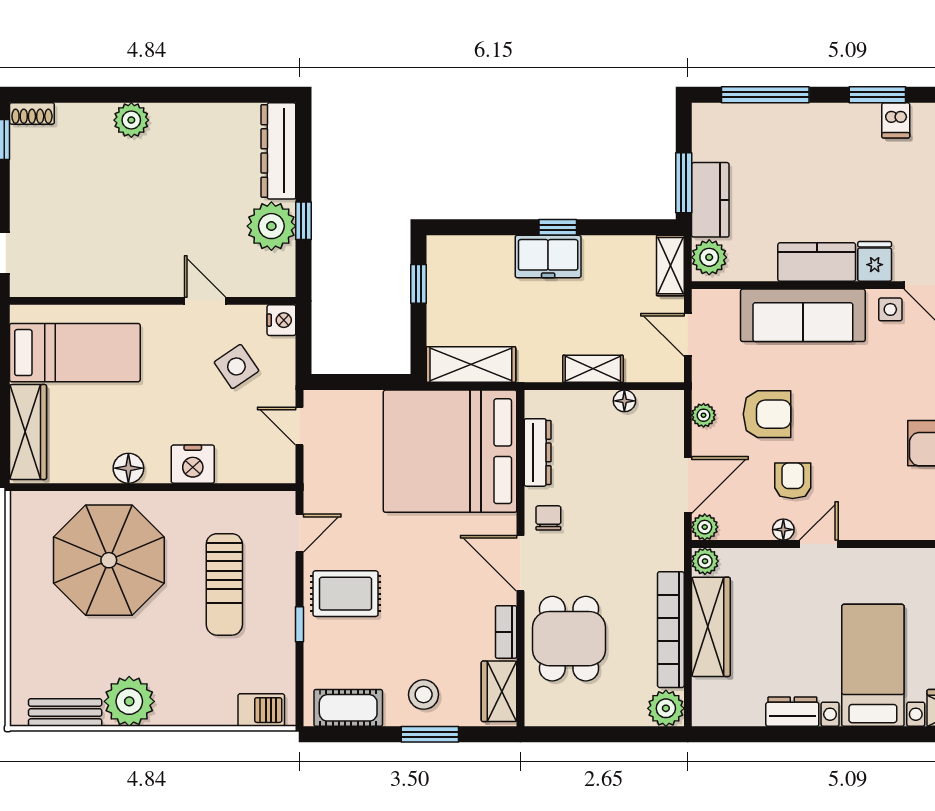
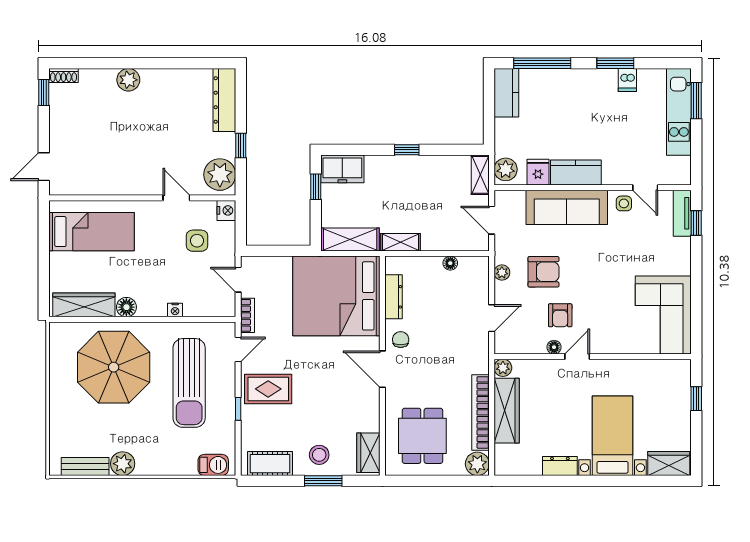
window: (684, 183) -> (489, 121), removed
kitchen counter: (710, 200) -> (506, 93), moved
plant: (271, 226) -> (220, 175), moved
freezer: (548, 257) -> (342, 169), moved
fridge: (875, 261) -> (538, 172), moved
side table: (236, 366) -> (197, 241), turned 34
shelving: (593, 369) -> (401, 242), moved
wardrobe: (28, 432) -> (84, 305), moved, turned -90
nightstand: (193, 464) -> (175, 310), width x0.53, depth x0.56
armchair: (793, 481) -> (560, 315), turned 180
door: (688, 485) -> (492, 318), width x0.73
plant: (705, 527) -> (503, 346), removed
sun lounger: (224, 584) -> (189, 383), width x1.36, depth x1.34
bookcase: (506, 632) -> (248, 315), moved, turned 180
dining table: (569, 639) -> (422, 436), moved
plant: (129, 701) -> (123, 464), width x0.73, depth x0.73

